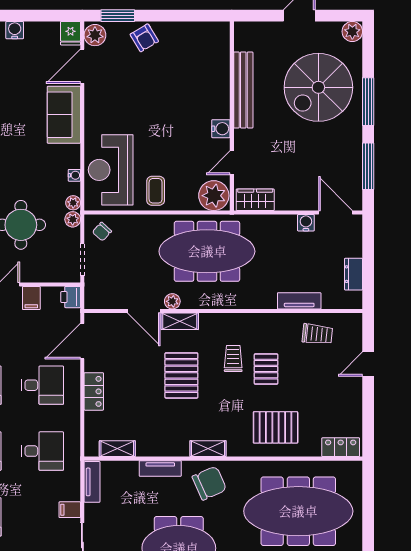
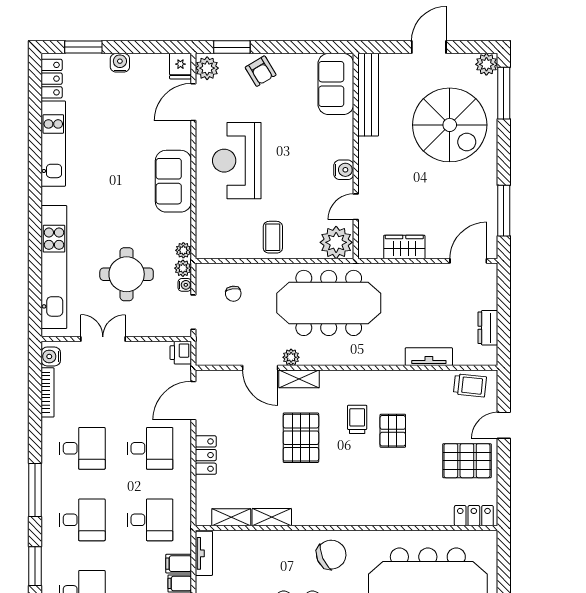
sofa: (214, 50) -> (336, 84), added
spiral stairs: (318, 87) -> (450, 125), turned -90
bench: (243, 90) -> (368, 95), moved
window: (368, 102) -> (504, 93), moved
sofa: (64, 115) -> (173, 181), moved
reception desk: (111, 170) -> (237, 161), moved
water cooler: (74, 175) -> (185, 285), moved
wardrobe: (255, 200) -> (404, 247), moved
door: (336, 213) -> (468, 261), hinge flipped
water cooler: (306, 223) -> (436, 272), removed
chair: (102, 232) -> (233, 294), moved, turned -49
filing cabinet: (31, 298) -> (179, 564), moved, turned 90
trolley: (317, 334) -> (470, 385), moved
pallet: (276, 427) -> (467, 461), moved
shelving: (208, 449) -> (272, 517), moved
tv unit: (160, 468) -> (278, 539), removed

